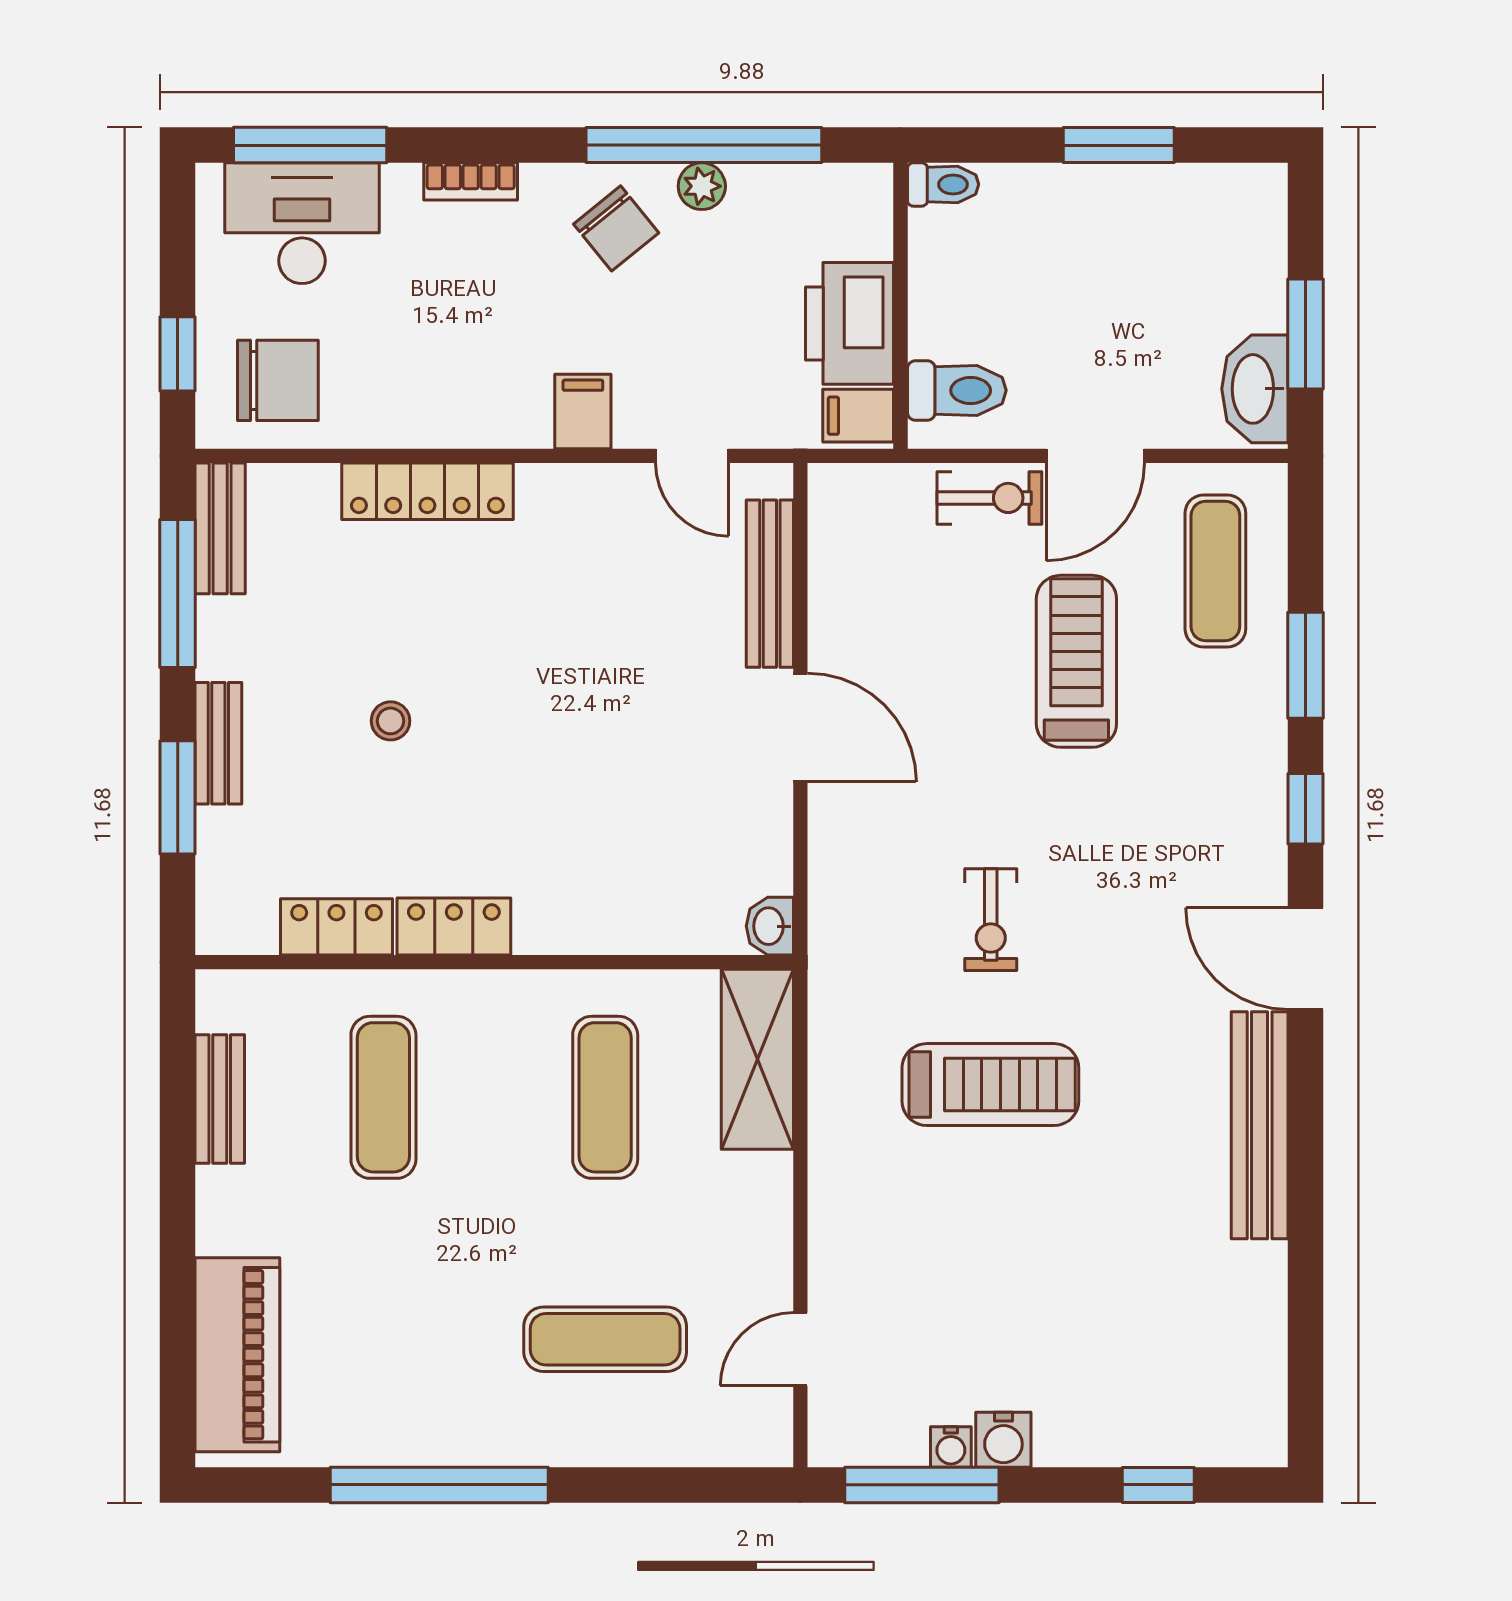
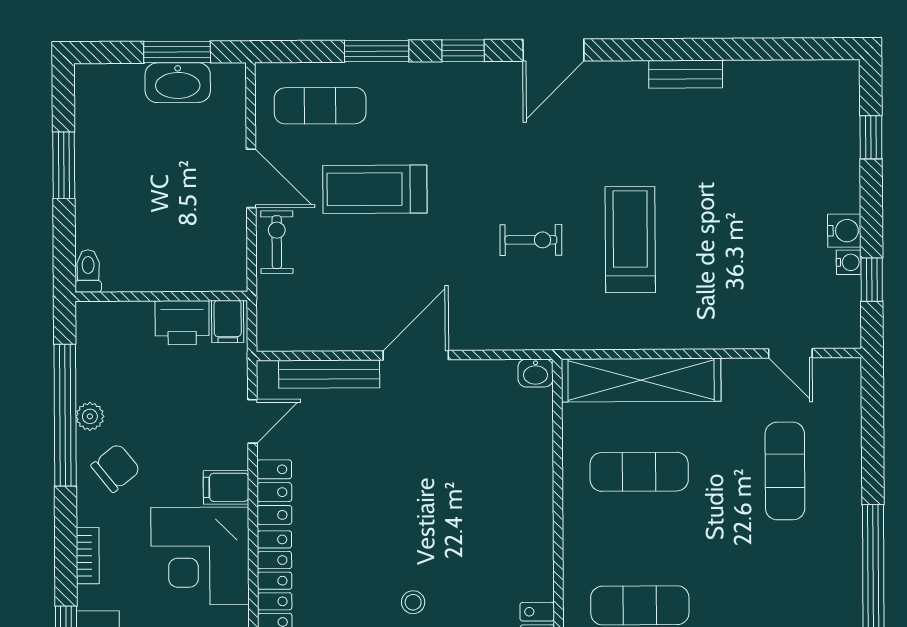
printer: (850, 323) -> (182, 323), width x0.73, depth x0.84
corner desk: (469, 368) -> (200, 556), added
washbasin: (1255, 389) -> (178, 83), moved
toilet: (957, 390) -> (212, 262), removed
locker: (454, 926) -> (274, 492), moved, turned 180
shelving: (757, 1059) -> (641, 380), width x1.47
bench: (1260, 1125) -> (686, 74), width x0.54, depth x0.82
window: (922, 1485) -> (872, 280), width x0.46

